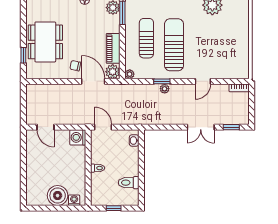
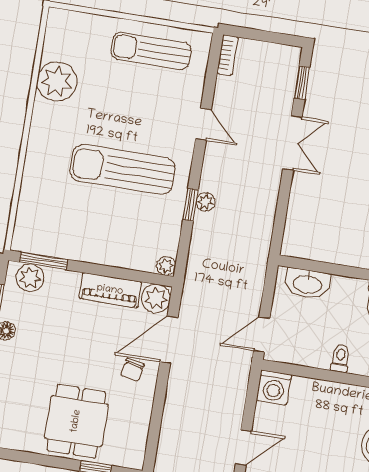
sun lounger: (146, 38) -> (151, 51), moved
dining table: (45, 42) -> (76, 421), width x0.73
washbasin: (134, 140) -> (308, 284), width x1.91, depth x1.45

